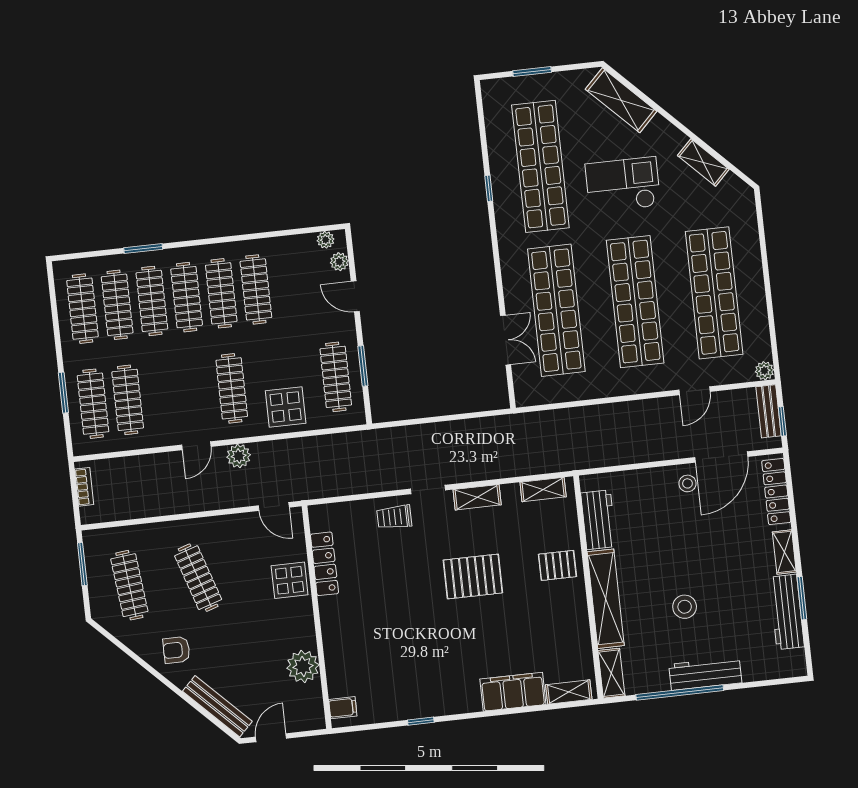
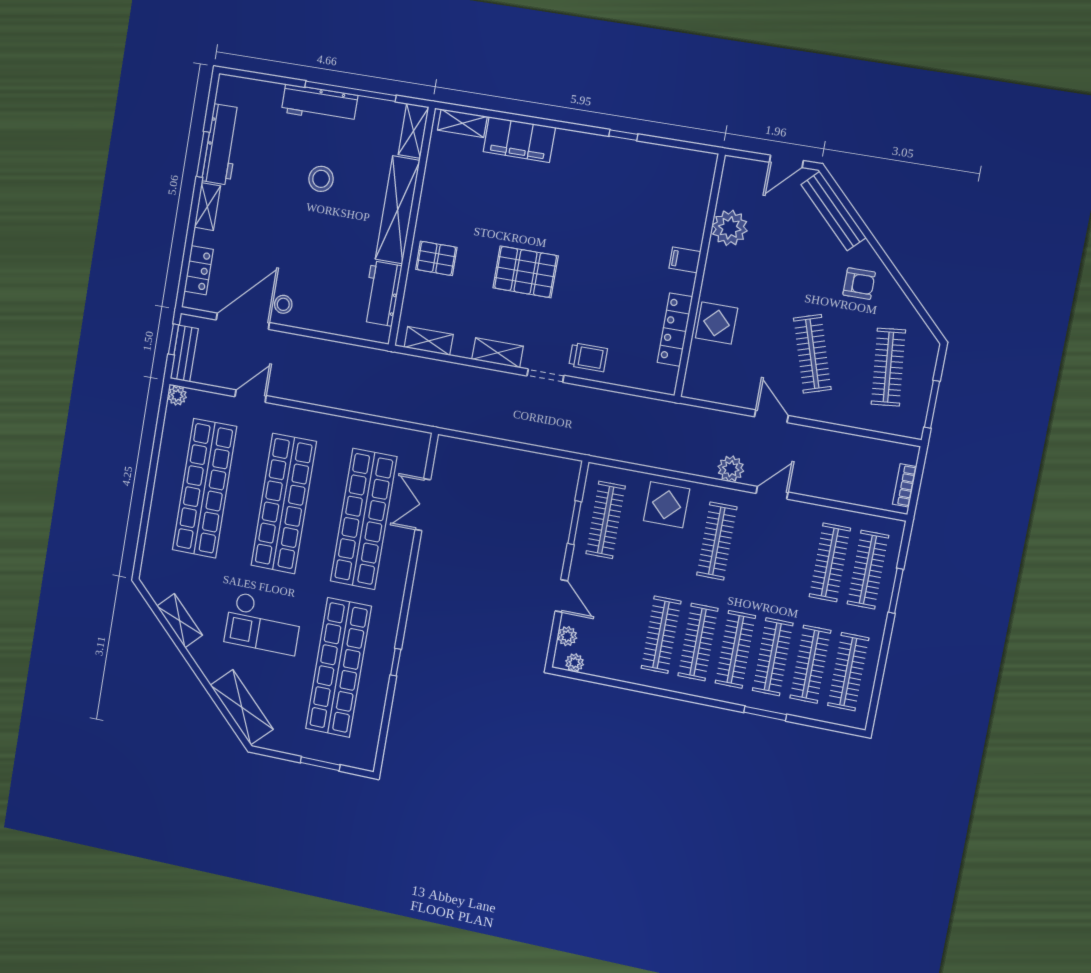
locker: (776, 492) -> (199, 270), width x0.66
door: (274, 506) -> (771, 416), moved
filing cabinet: (343, 708) -> (685, 260), moved

